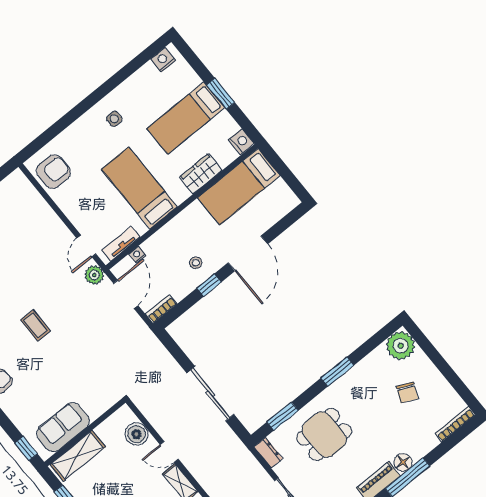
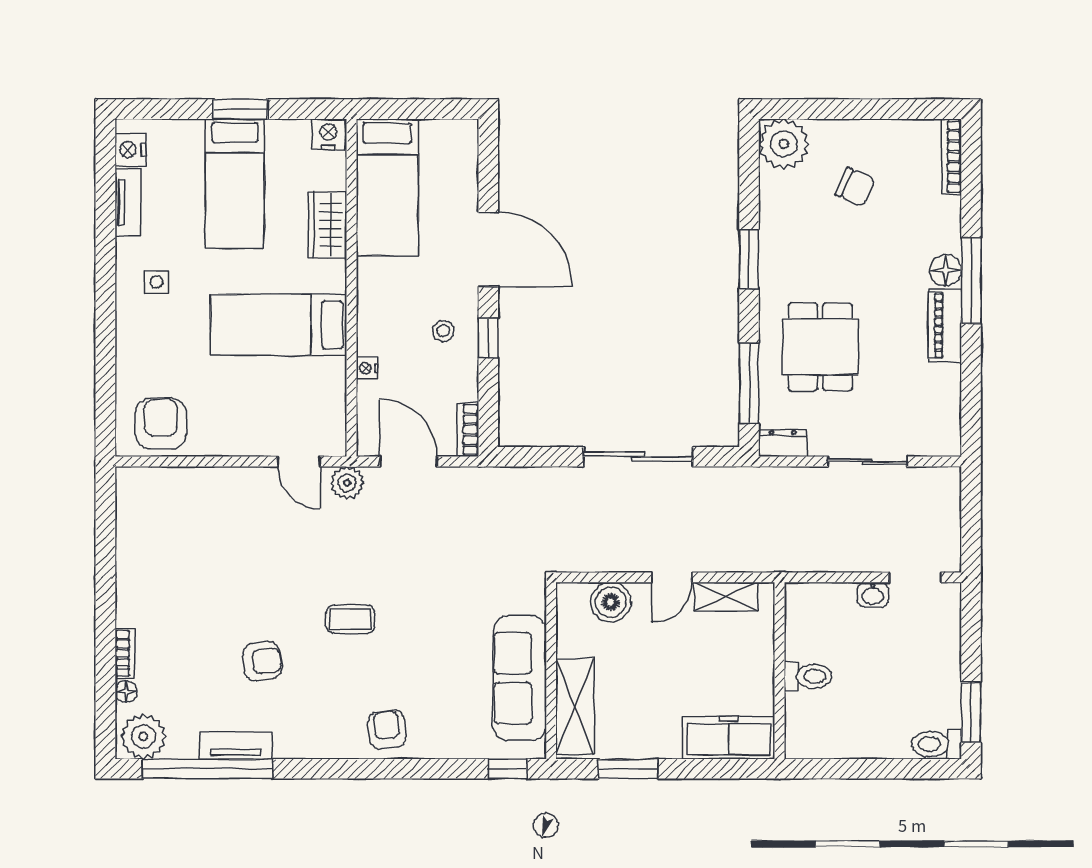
tv unit: (121, 244) -> (128, 202), moved, turned 180
nightstand: (137, 255) -> (367, 368), moved
window: (283, 416) -> (749, 383), width x1.44
sofa: (63, 427) -> (520, 678), width x1.36

